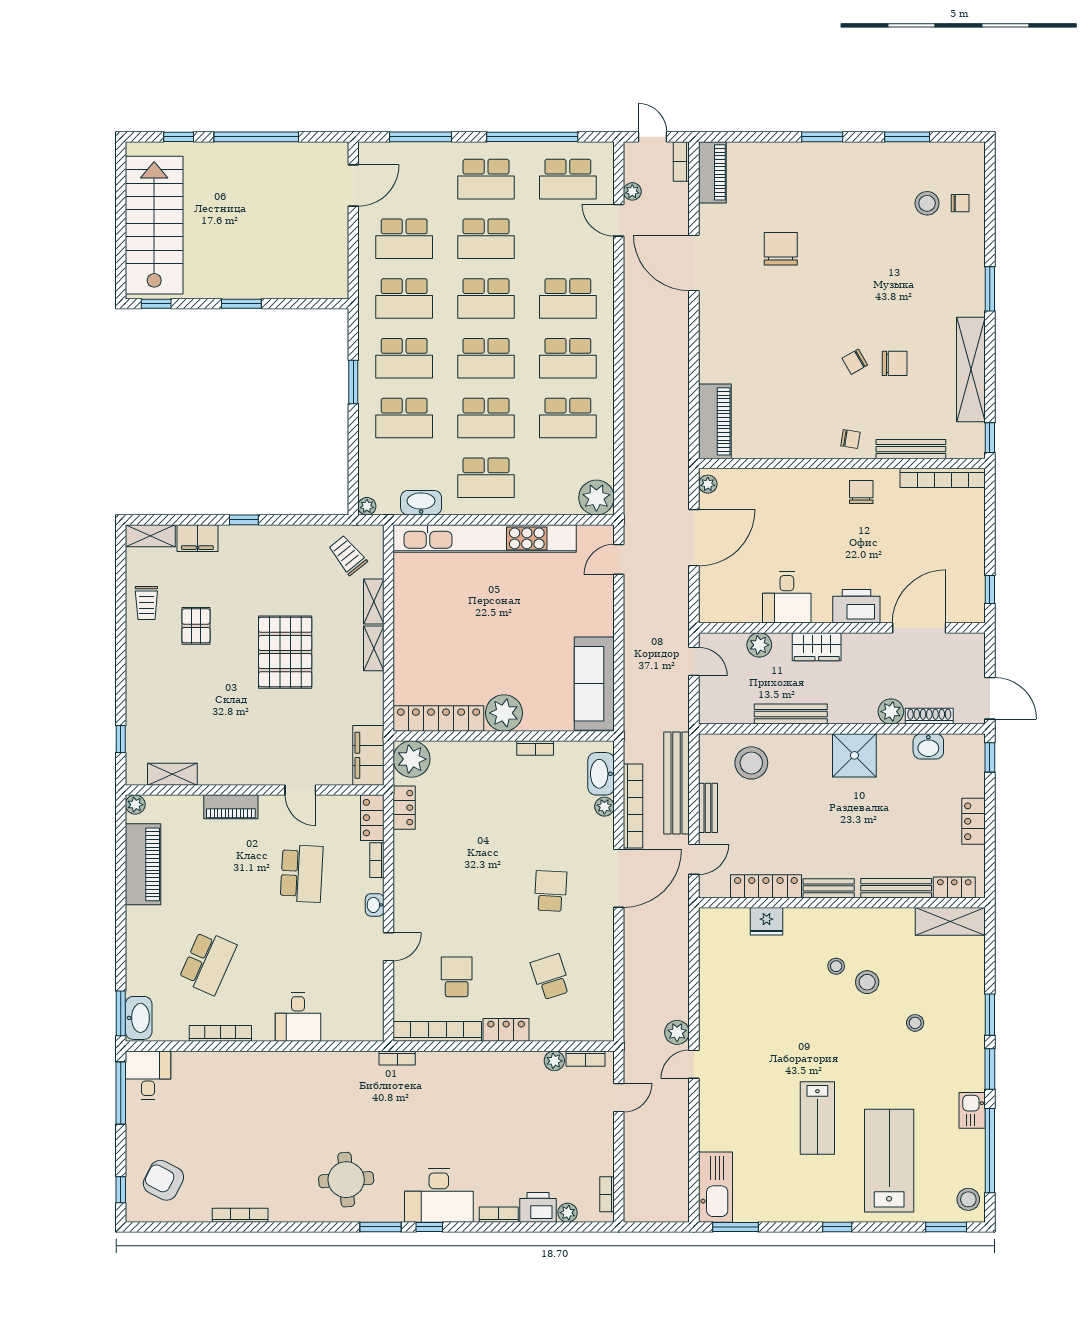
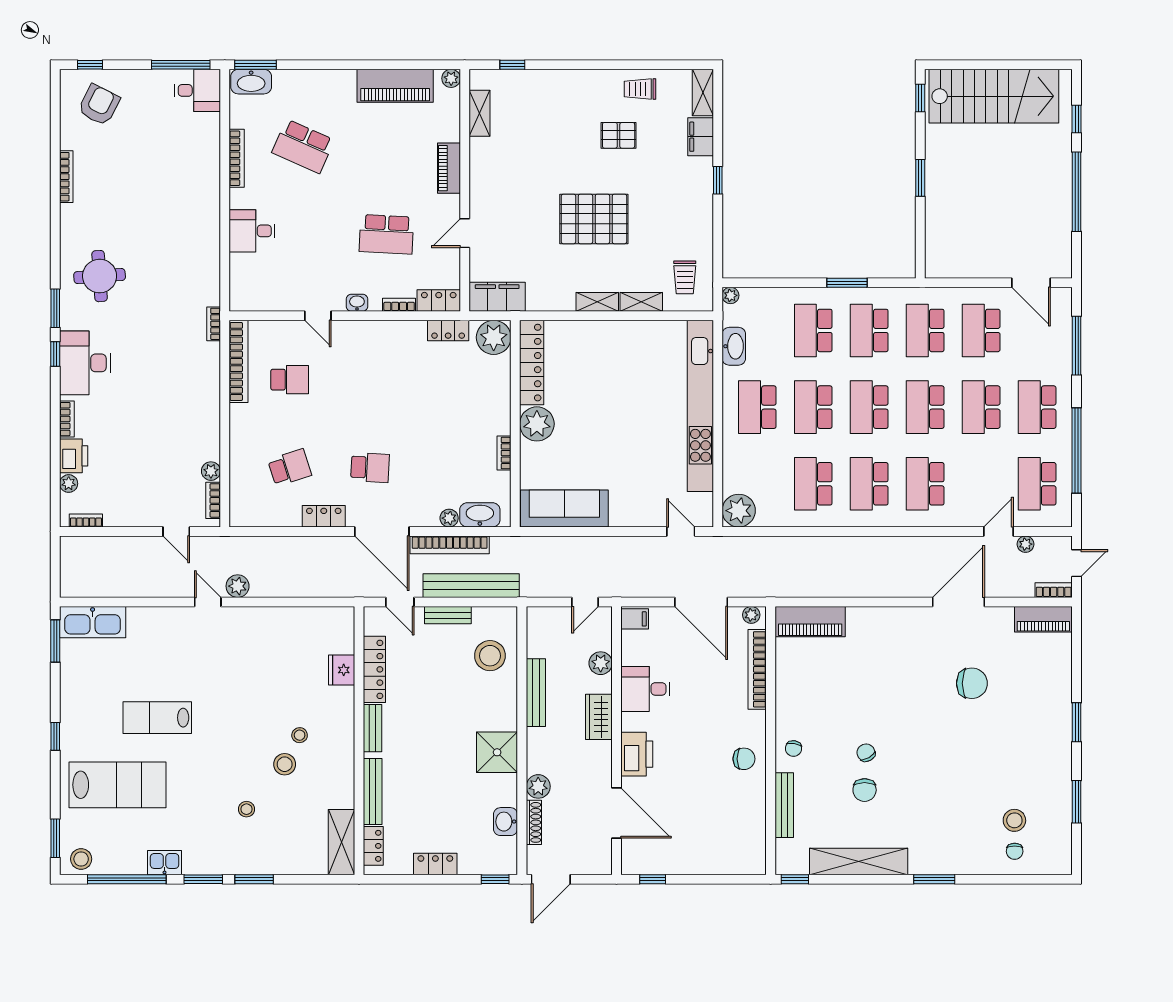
bookcase: (943, 478) -> (757, 669), moved
trolley: (348, 555) -> (685, 277), turned 129
filing cabinet: (712, 609) -> (635, 619), added
locker: (506, 1030) -> (324, 516), moved, turned -90

